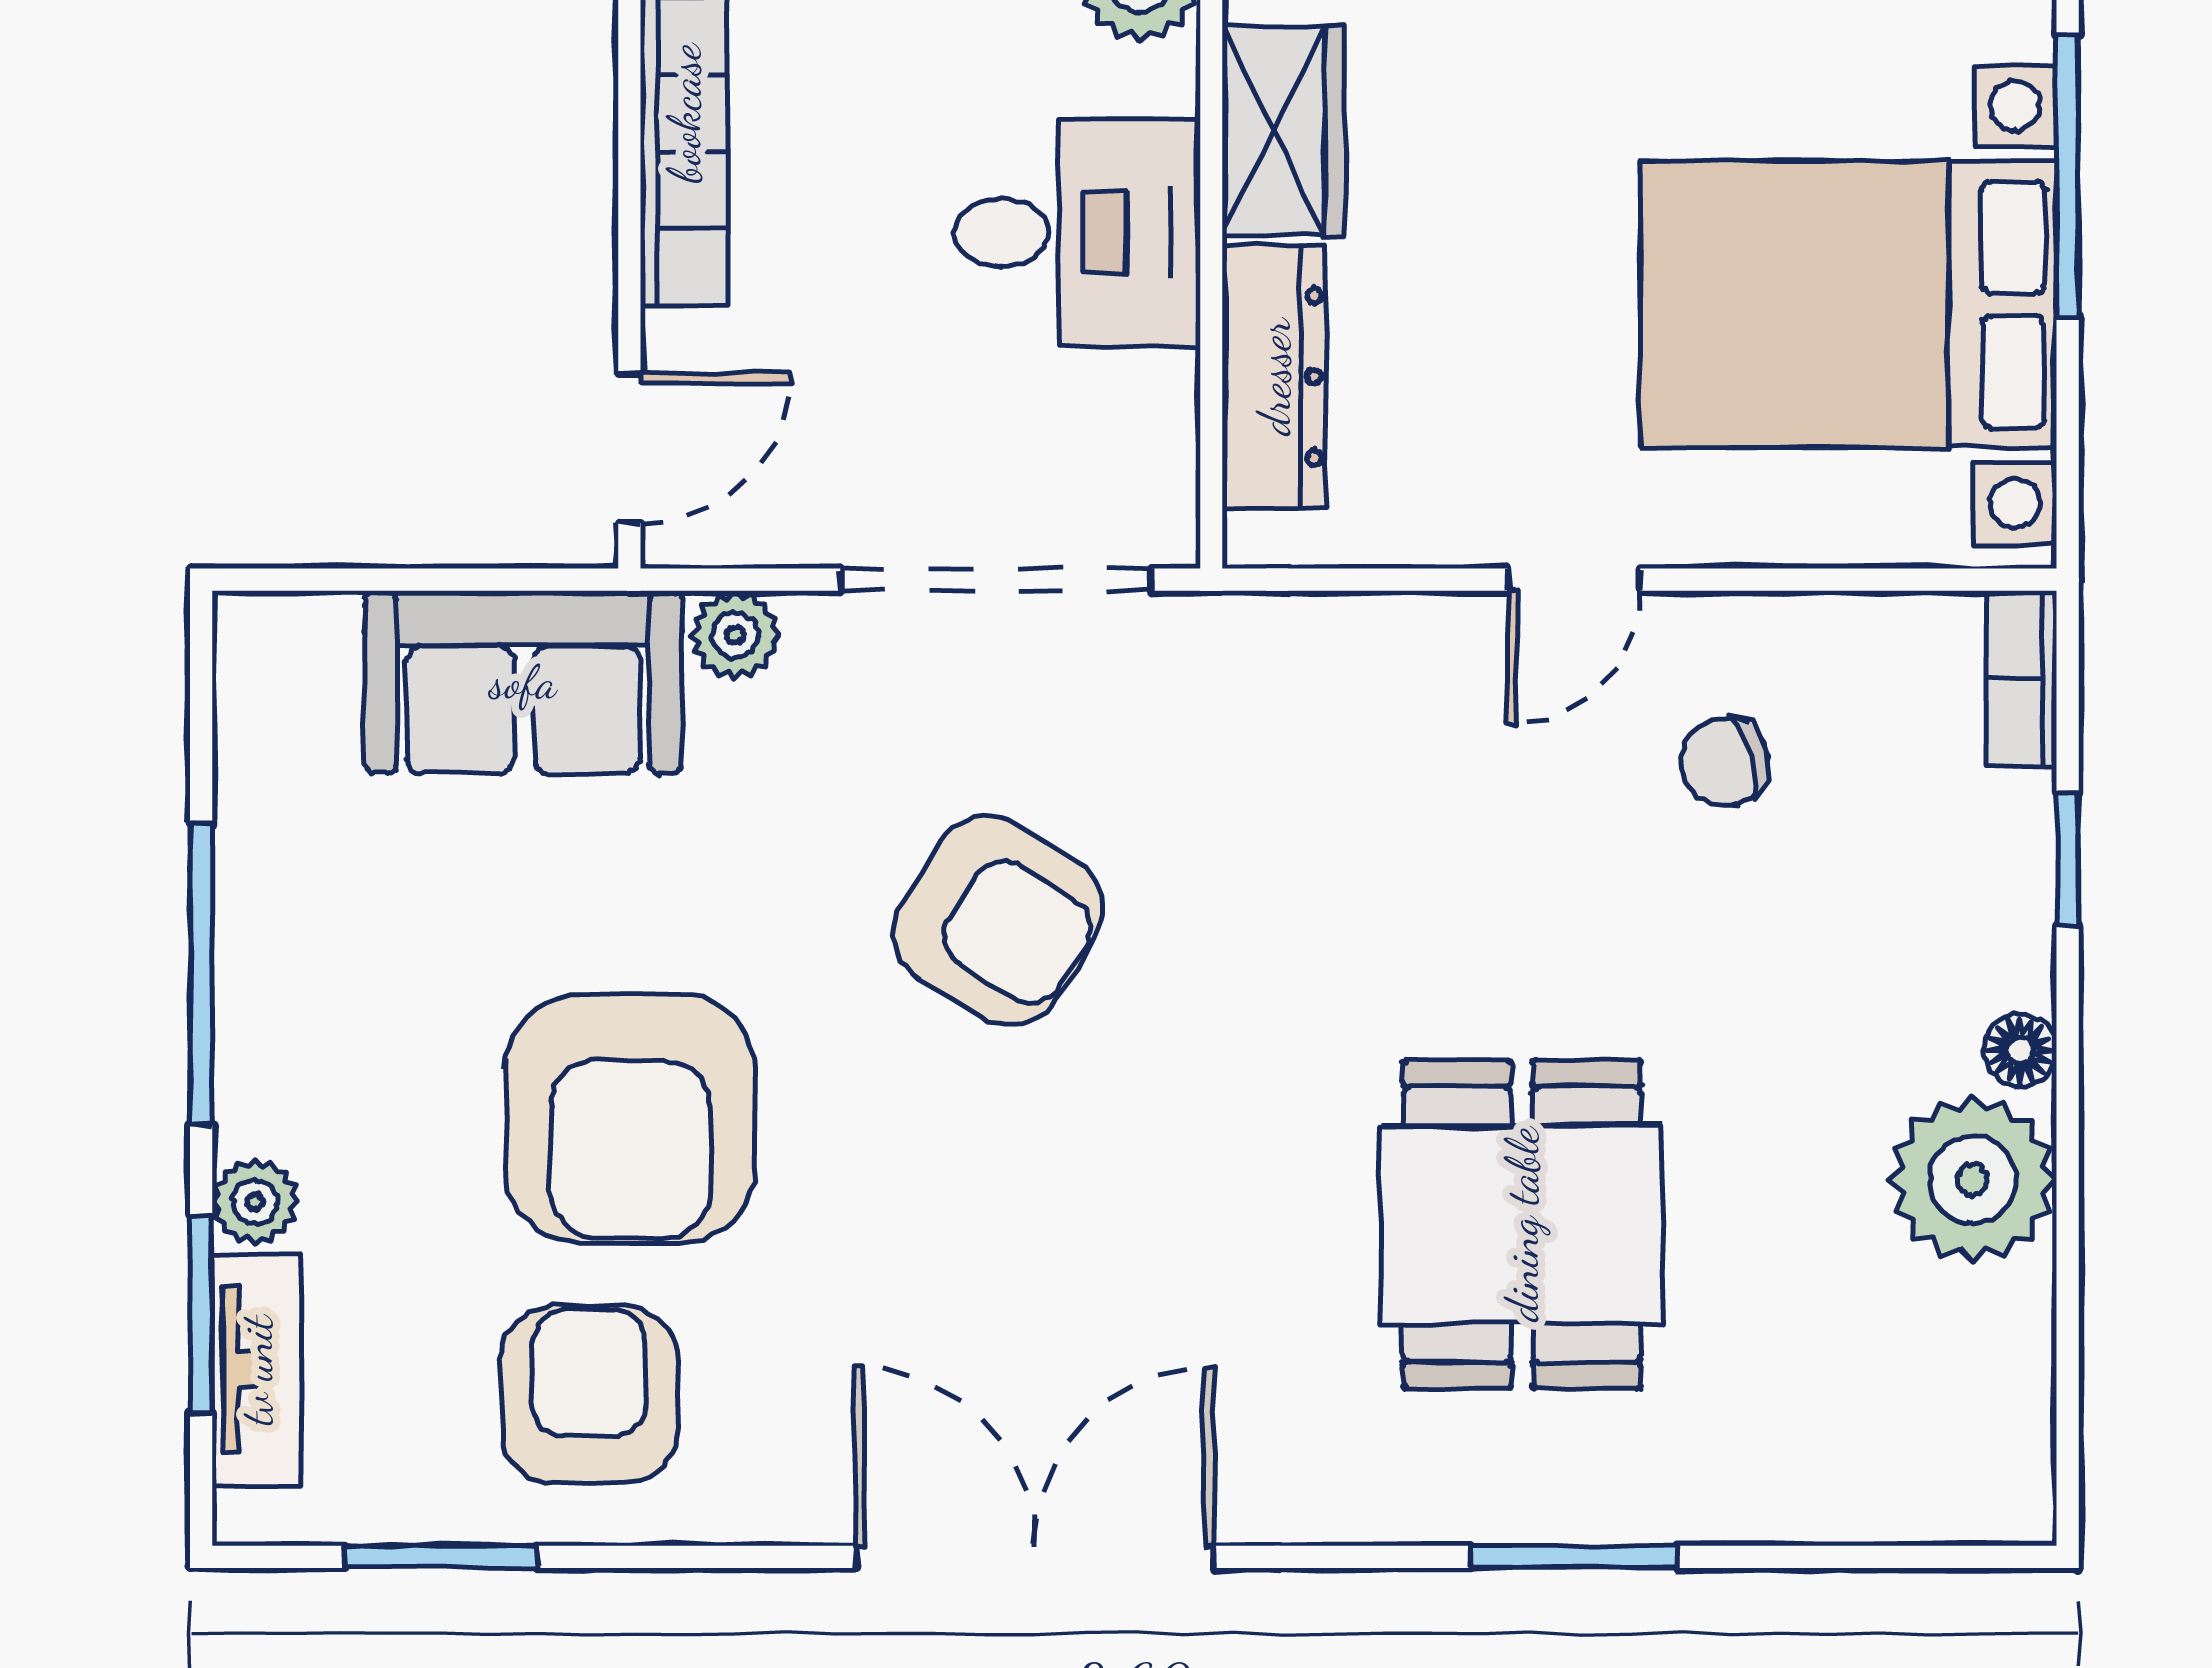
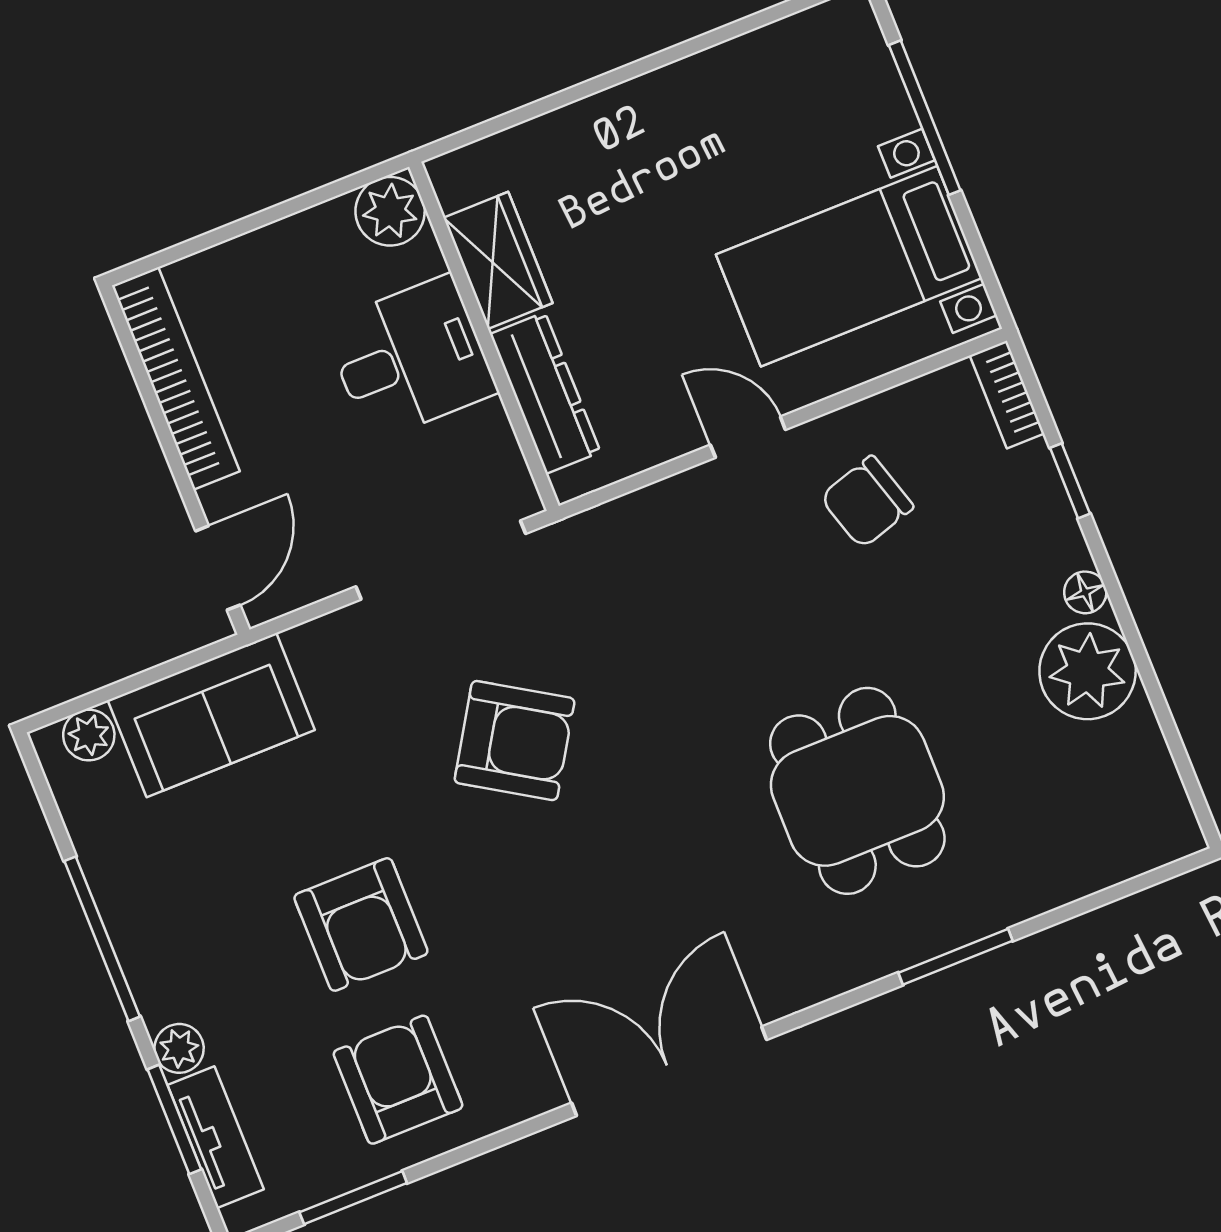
bed with nightstands: (1849, 305) -> (849, 266), width x0.73
door: (1574, 580) -> (748, 437), swing flipped
plant: (735, 635) -> (89, 735), moved
chair: (1725, 762) -> (867, 502), width x1.37, depth x1.37
armchair: (630, 1119) -> (361, 924), width x0.73, depth x0.73

